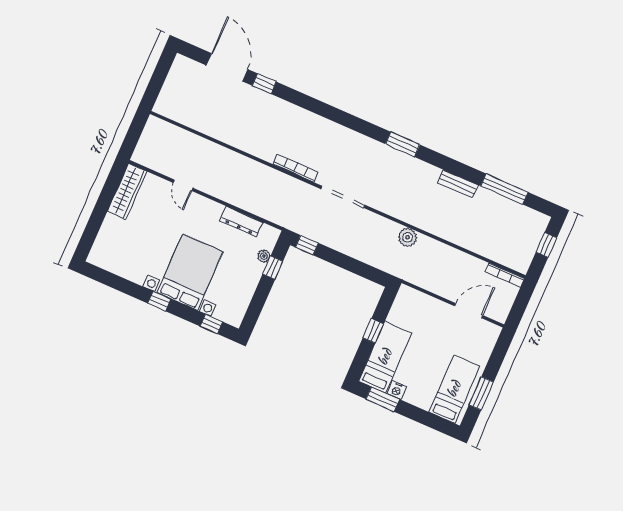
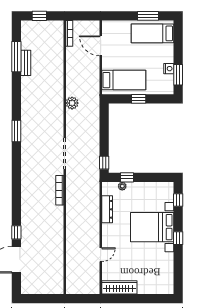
bench: (458, 184) -> (26, 63), moved
bed: (385, 357) -> (124, 80), moved, turned 180

